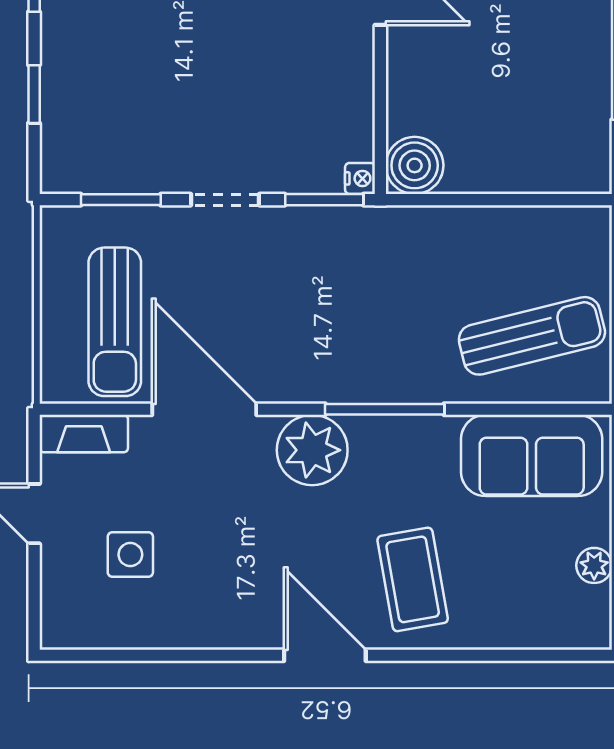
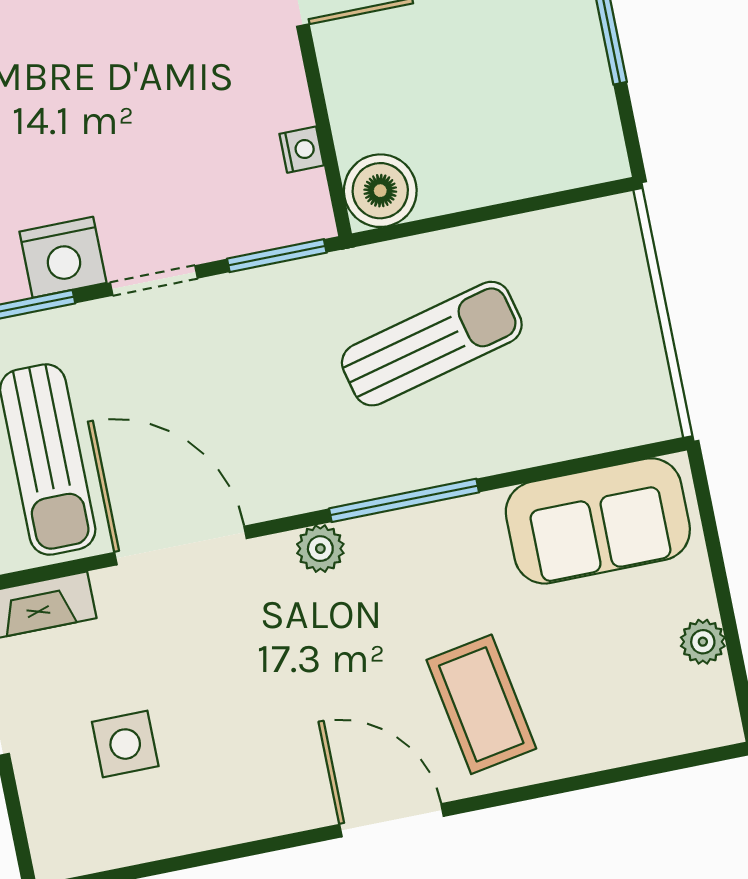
nightstand: (158, 167) -> (63, 257), added
nightstand: (360, 178) -> (302, 150), moved
sun lounger: (532, 336) -> (432, 344), moved
plant: (312, 450) -> (320, 549), width x0.53, depth x0.53

